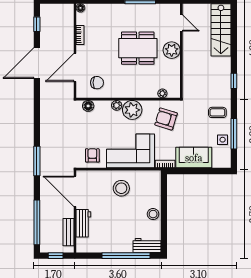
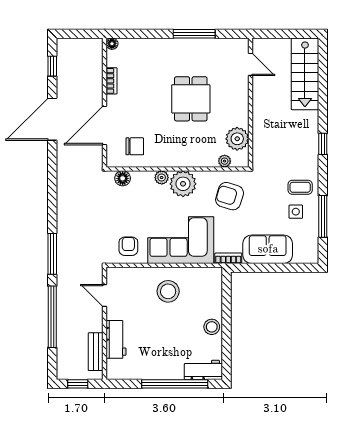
dining table: (138, 48) -> (191, 99), width x0.73
plant: (172, 50) -> (237, 139), moved
side table: (223, 140) -> (296, 212), moved
door: (75, 191) -> (104, 296), width x0.53
window: (37, 222) -> (52, 317), moved

